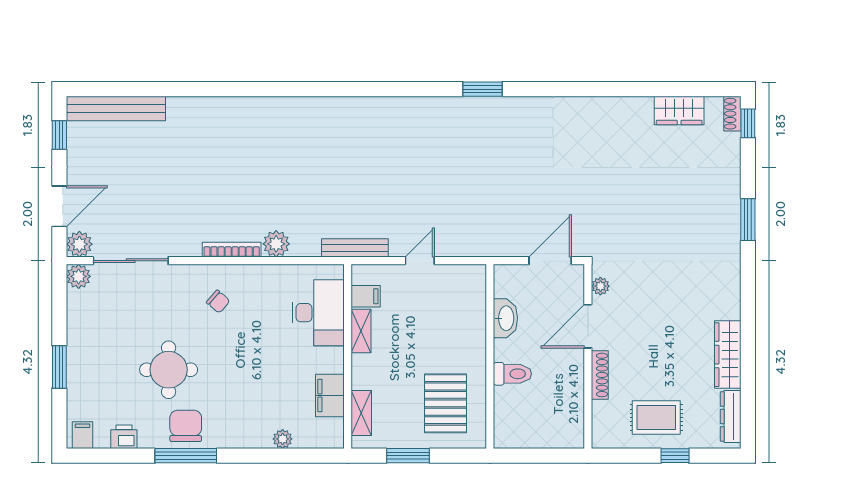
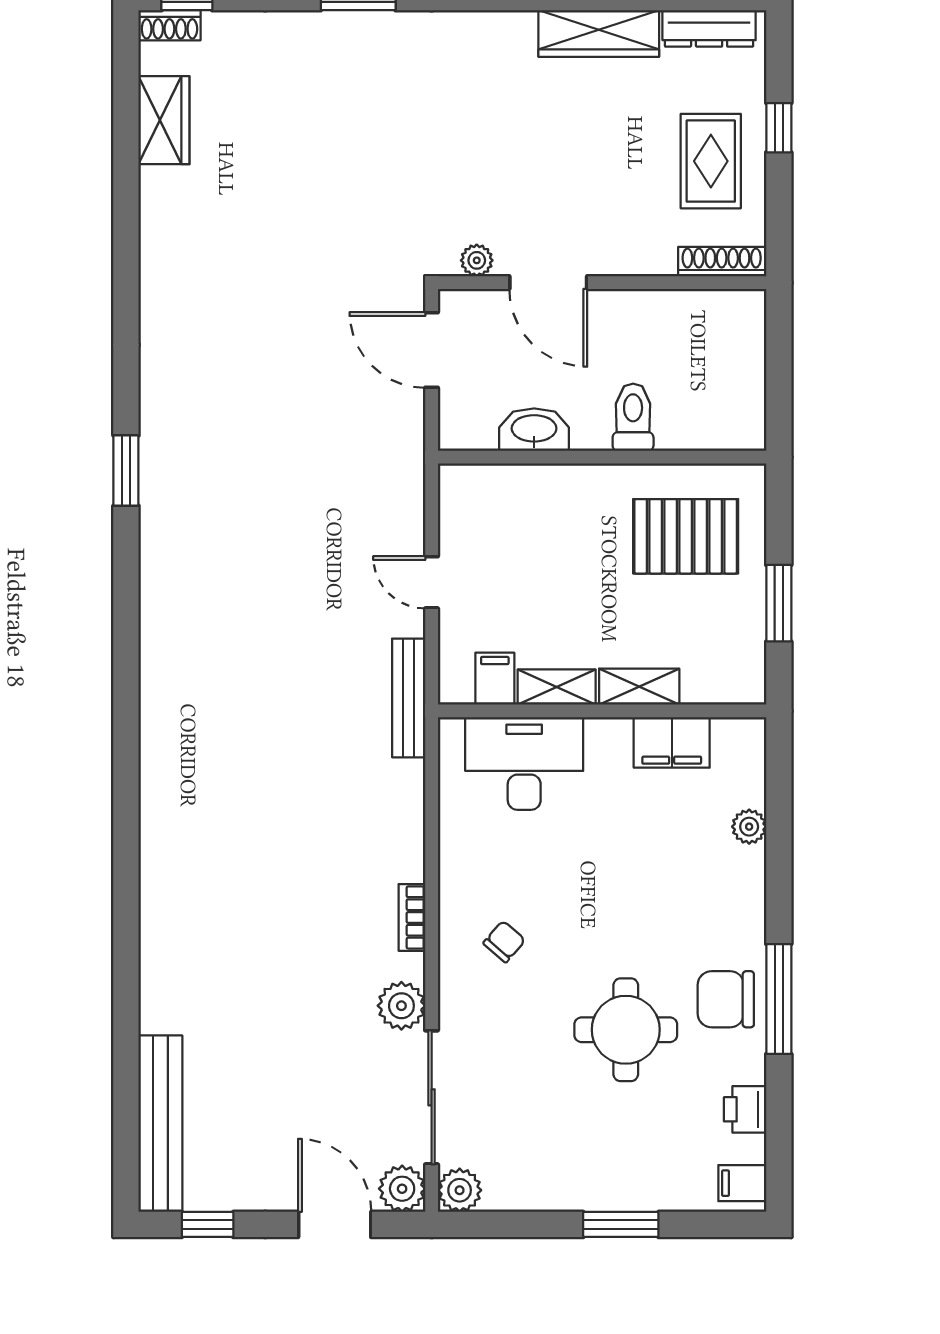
plant: (276, 244) -> (401, 1006), moved
bookcase: (232, 250) -> (412, 917), width x0.64
shoe rack: (600, 375) -> (722, 262), moved
shelving: (361, 413) -> (639, 687), moved

